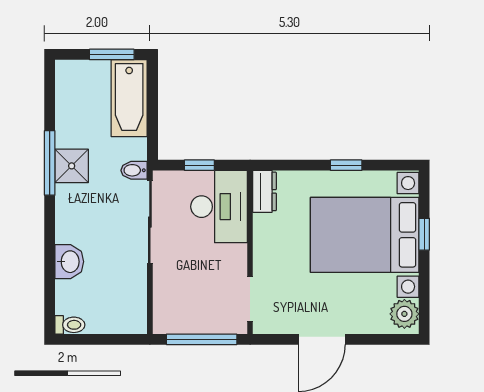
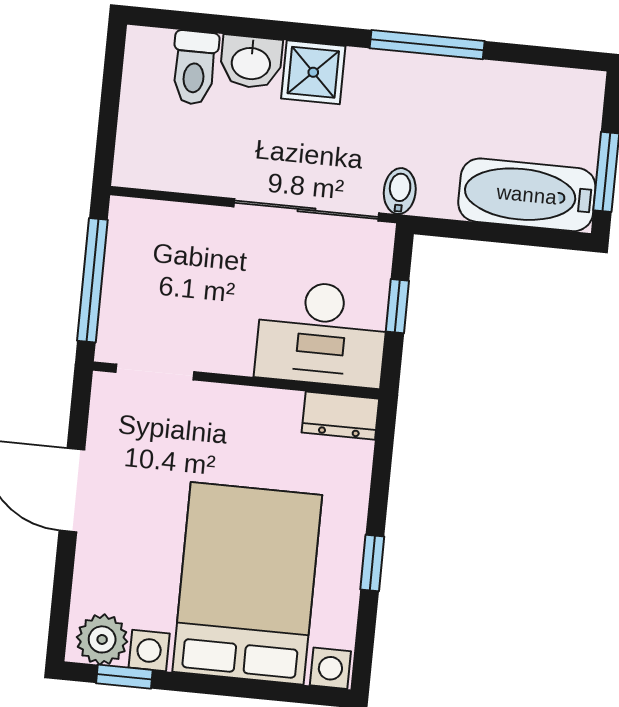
shower: (72, 166) -> (313, 72), moved
window: (424, 234) -> (124, 677), moved
toilet: (70, 325) -> (194, 68), moved, width x1.37, depth x1.39

